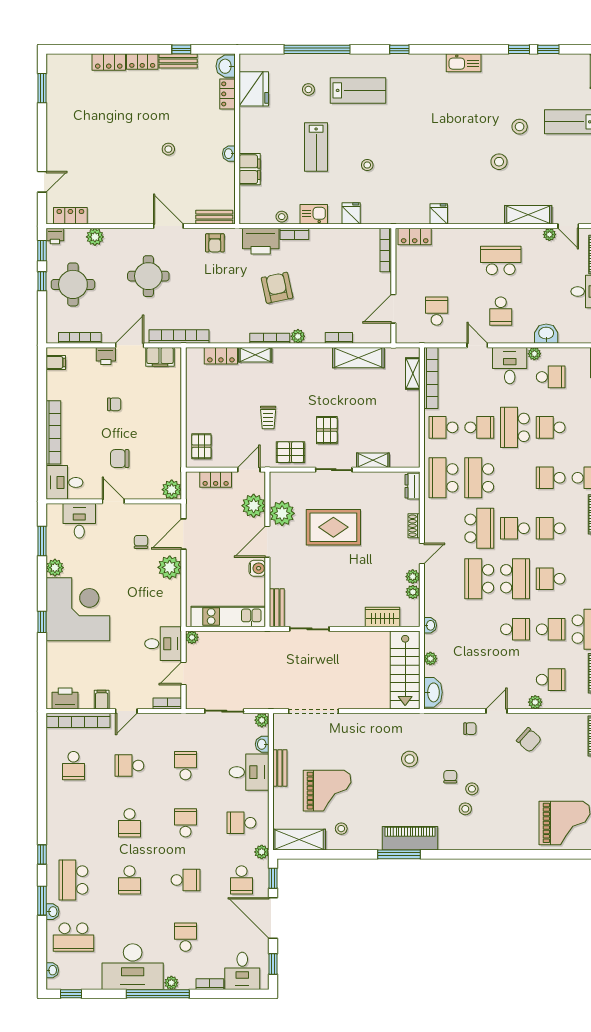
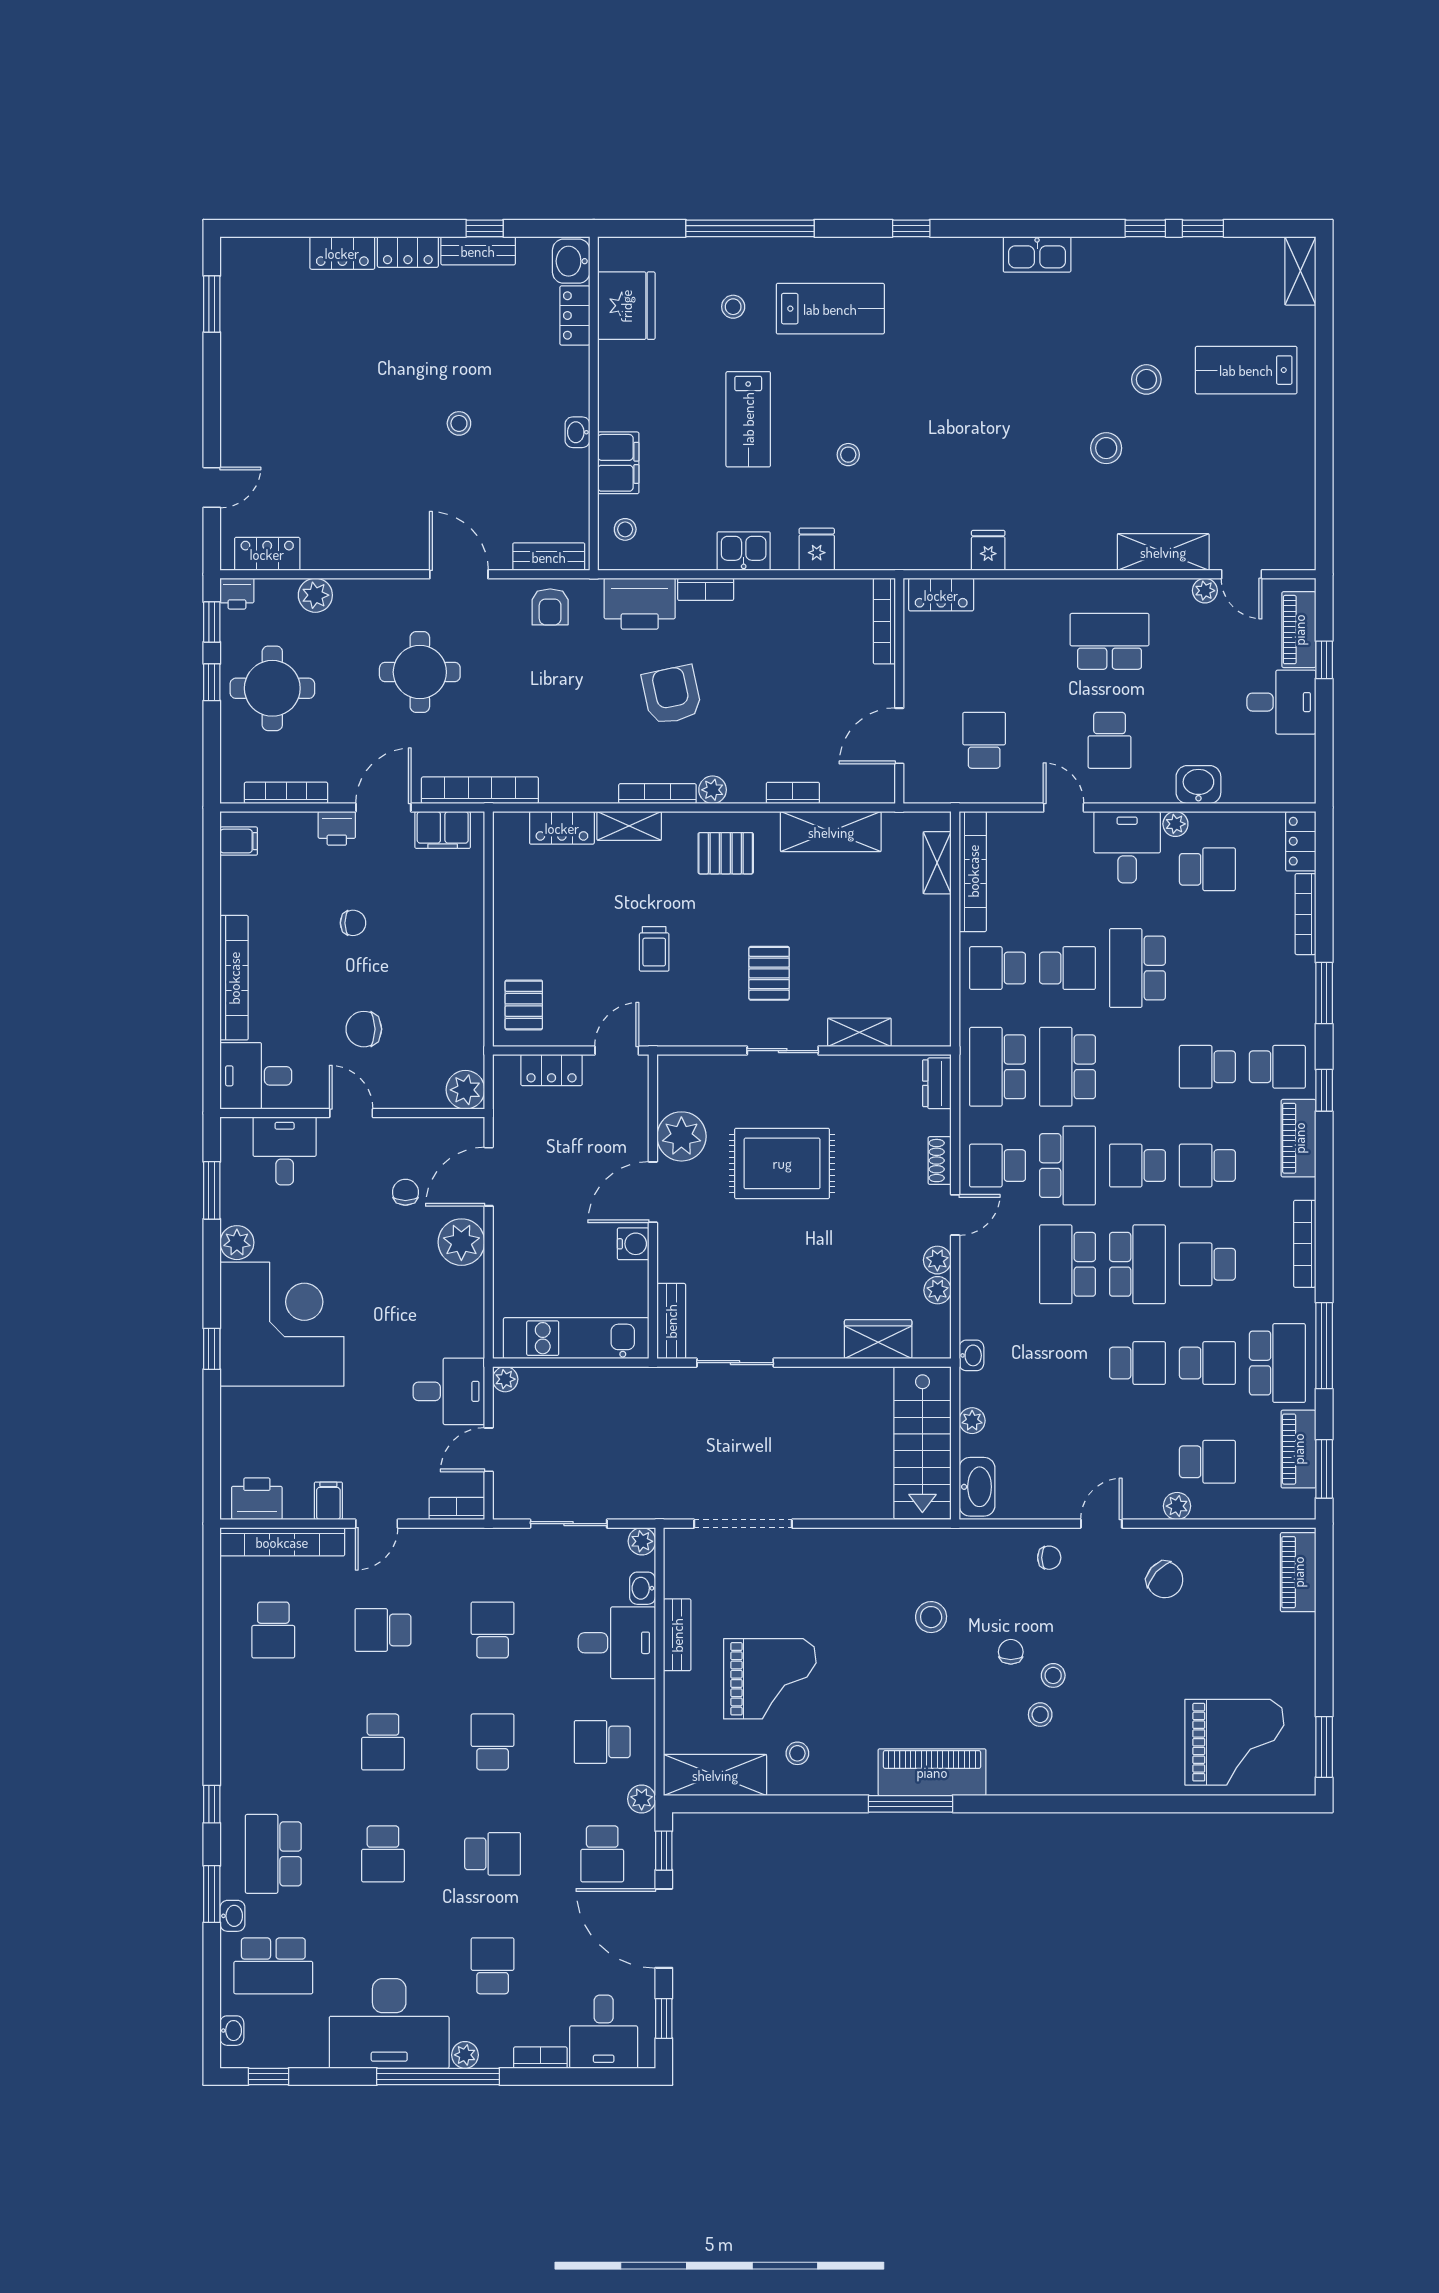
stool: (282, 217) -> (625, 529), moved
school desk: (551, 427) -> (998, 1166), moved
pallet: (290, 452) -> (726, 853), moved
plant: (254, 506) -> (626, 1121), removed

